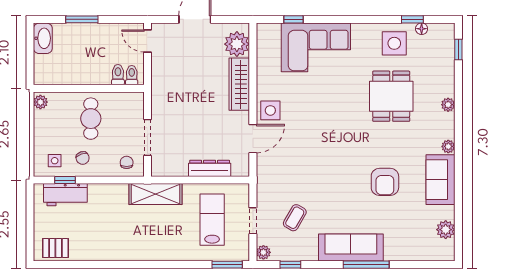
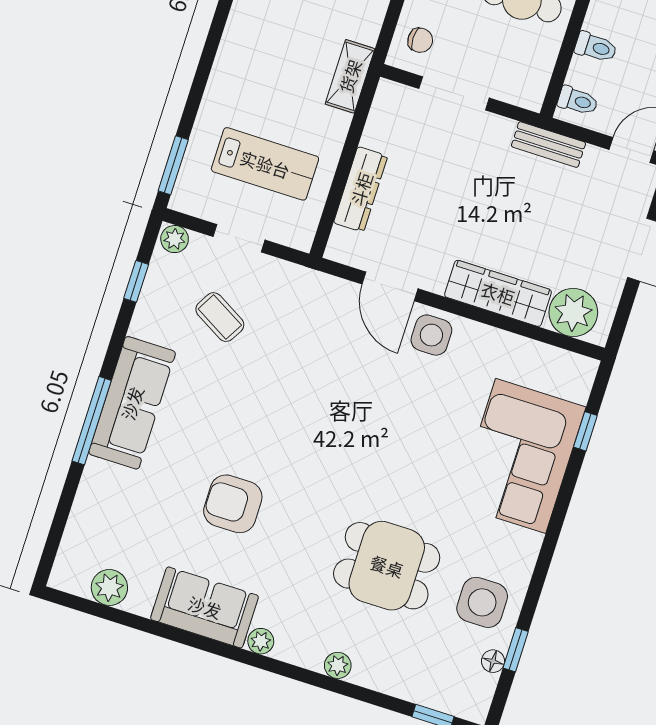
toilet: (118, 75) -> (596, 47), moved
bench: (158, 83) -> (548, 145), added
shelving: (155, 194) -> (350, 76), width x0.67, depth x0.75

